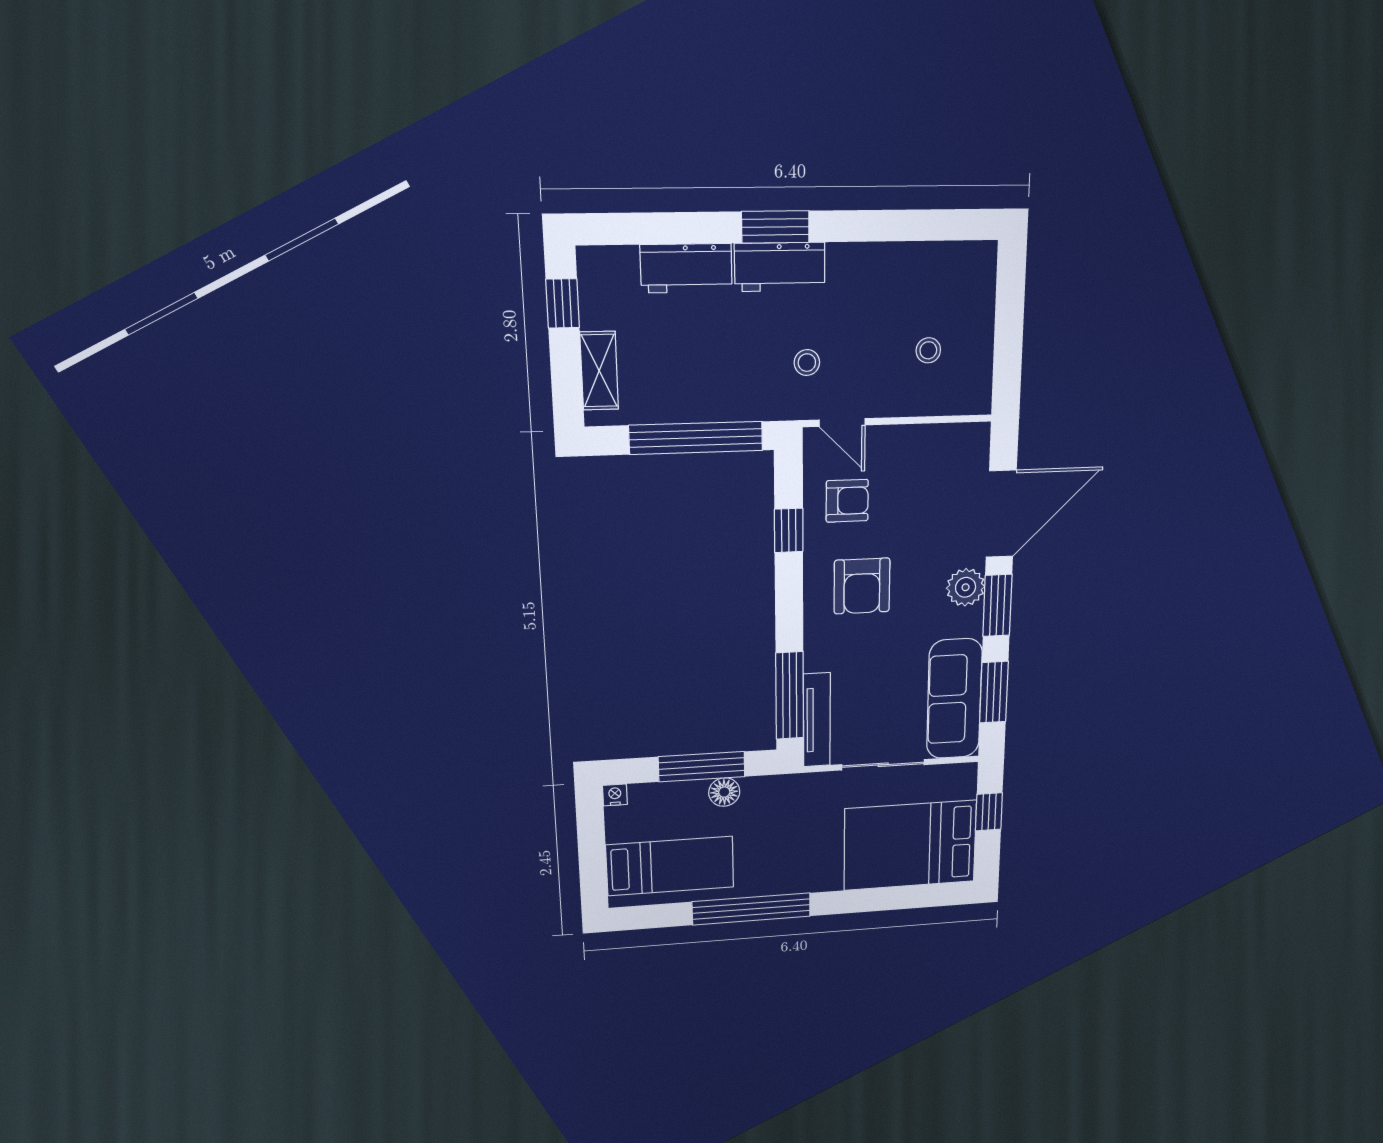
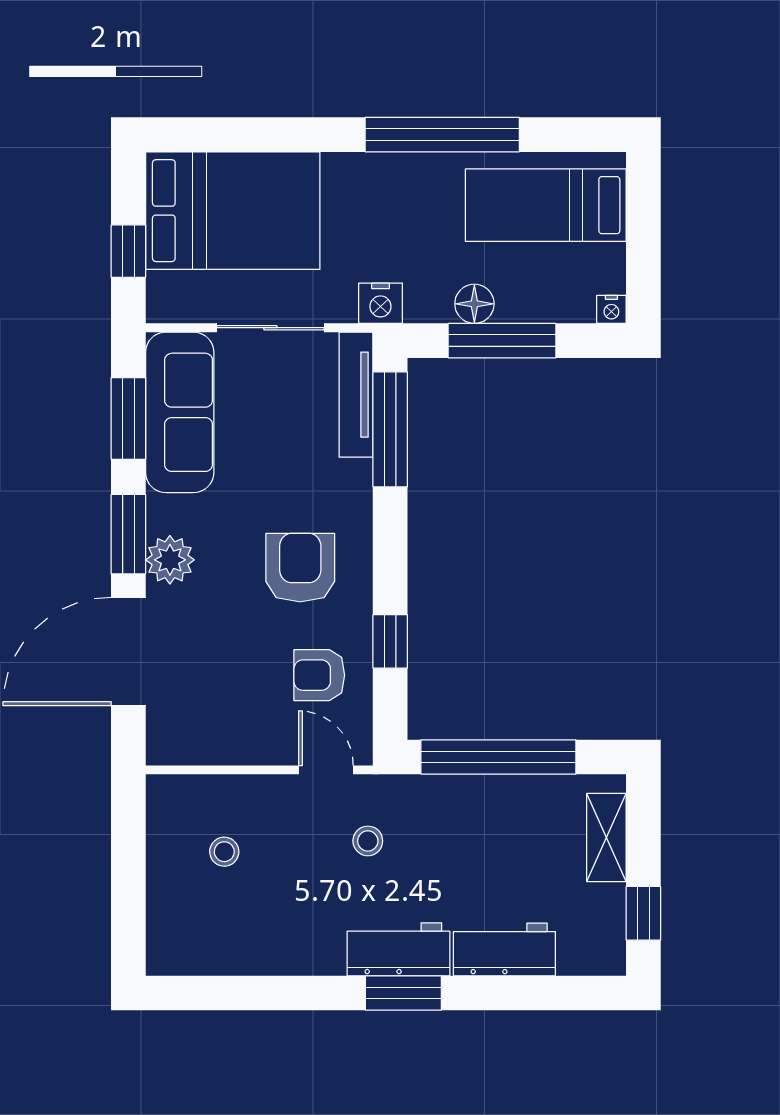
nightstand: (798, 788) -> (380, 303), added

